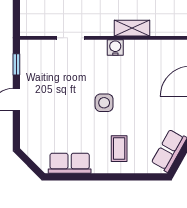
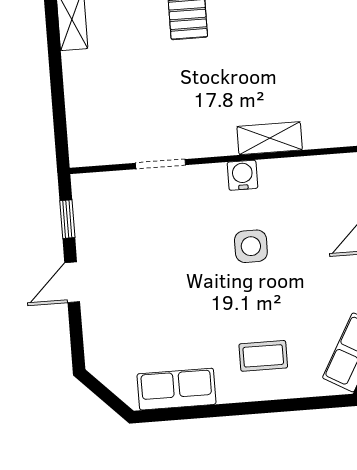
side table: (104, 103) -> (251, 246), moved
coffee table: (119, 149) -> (263, 356), turned 90

